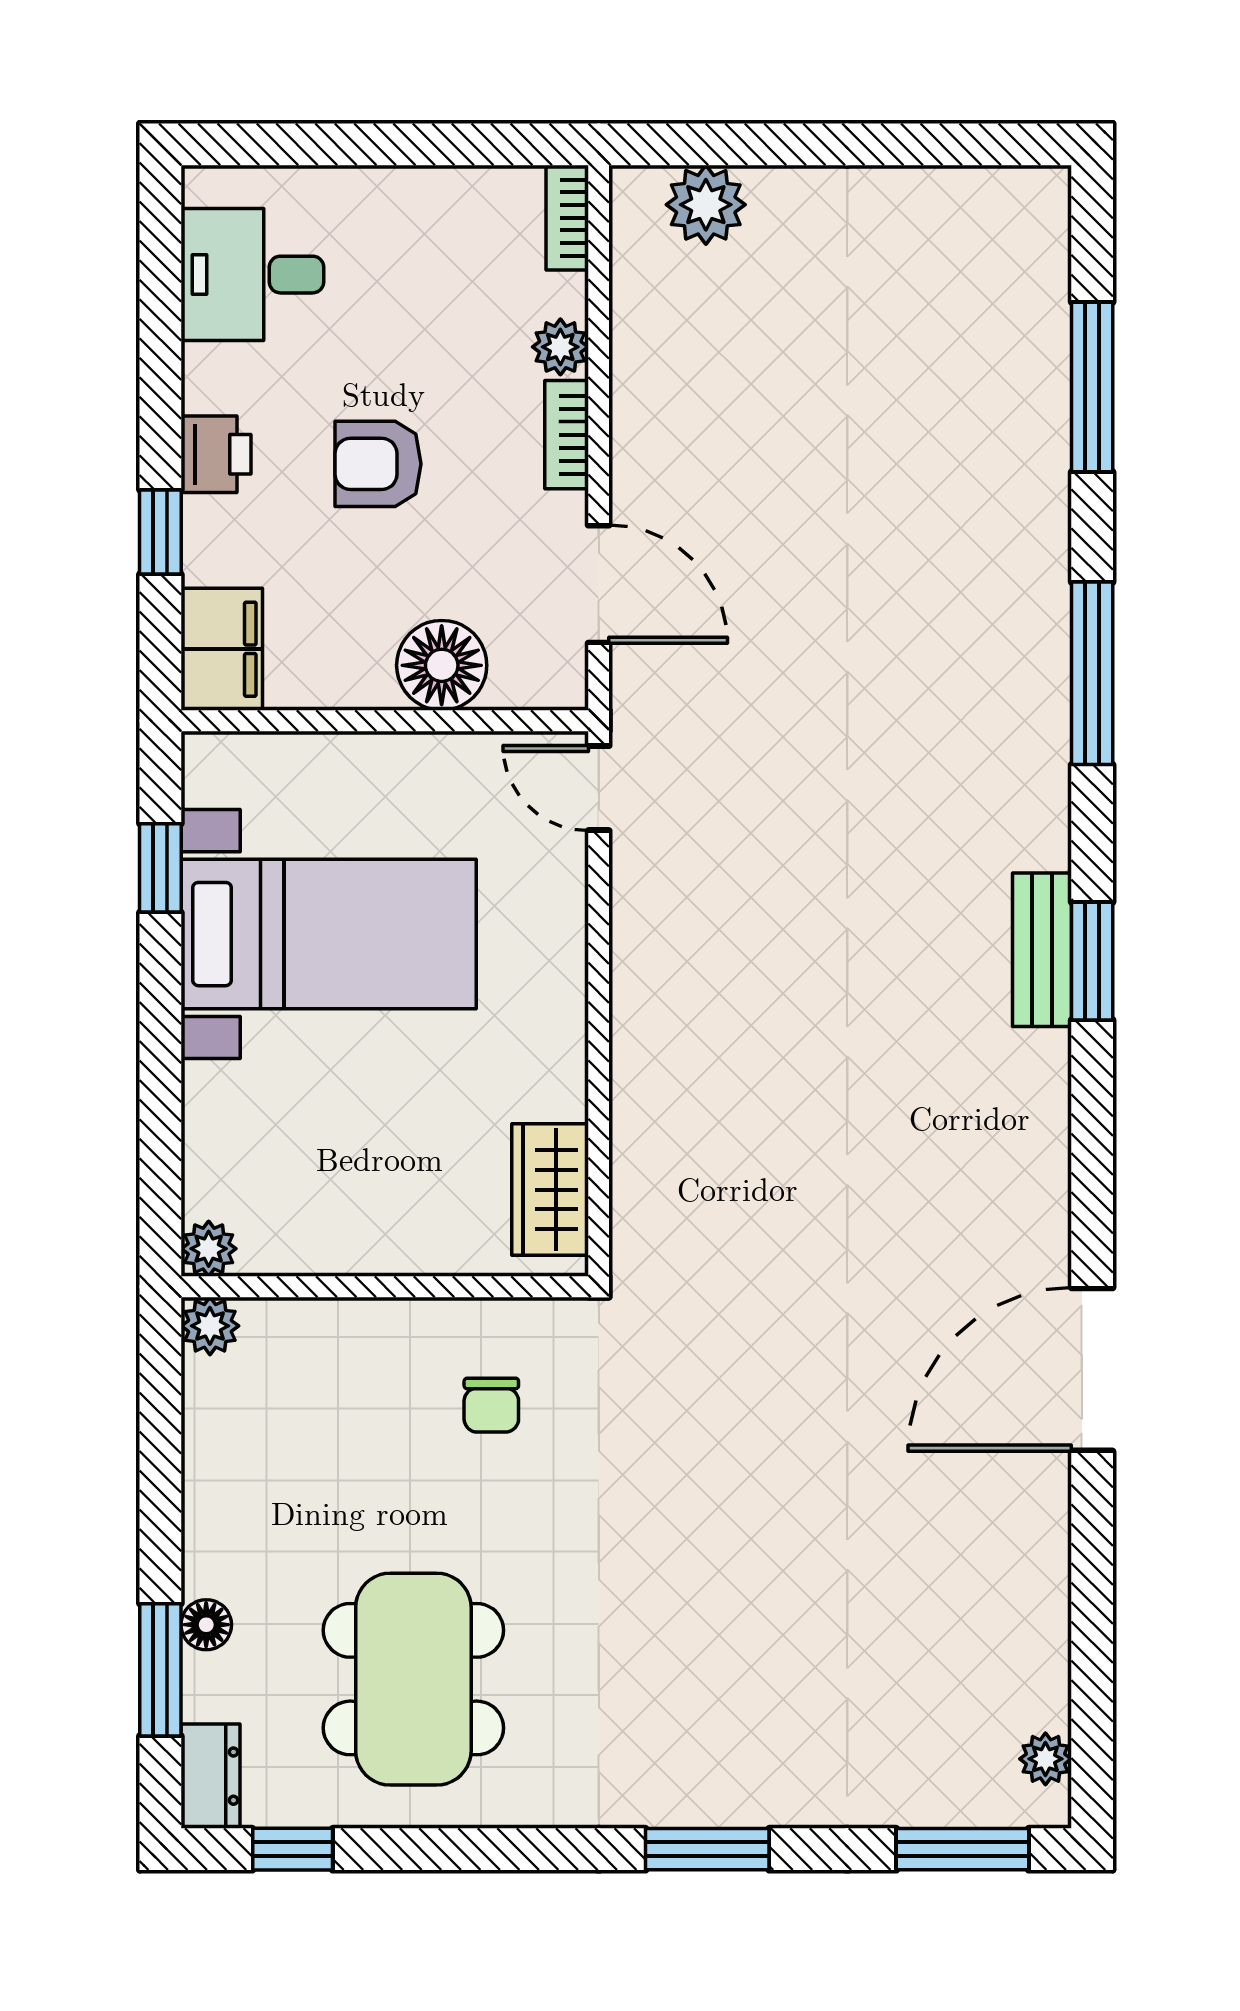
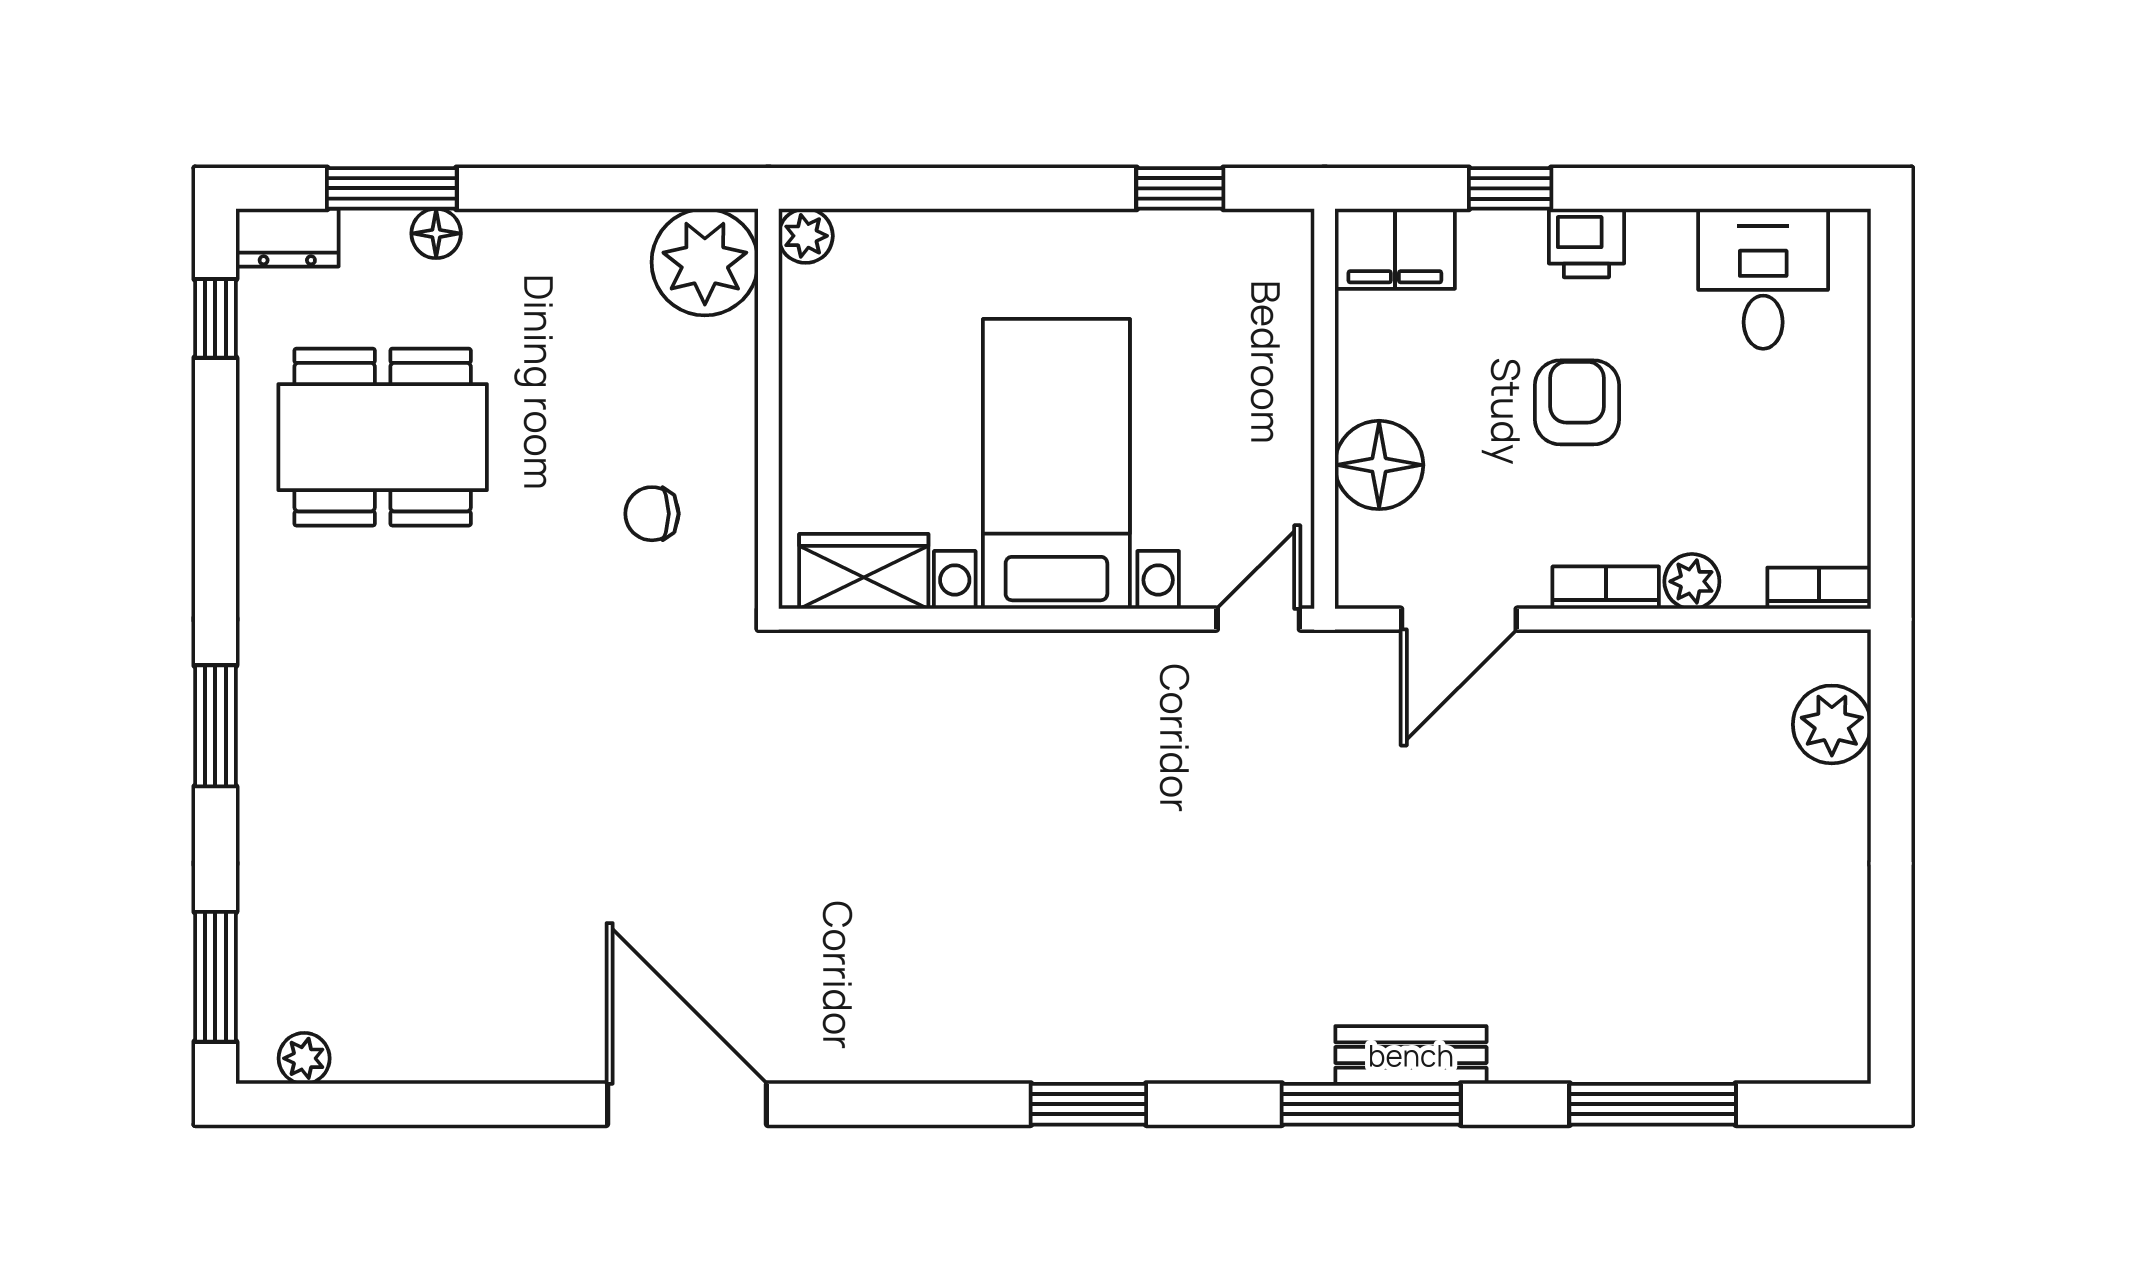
bed with nightstands: (329, 934) -> (1056, 464), moved, turned 180
bench: (1042, 950) -> (1411, 1055), moved
plant: (210, 1326) -> (705, 262), width x1.88, depth x1.88

